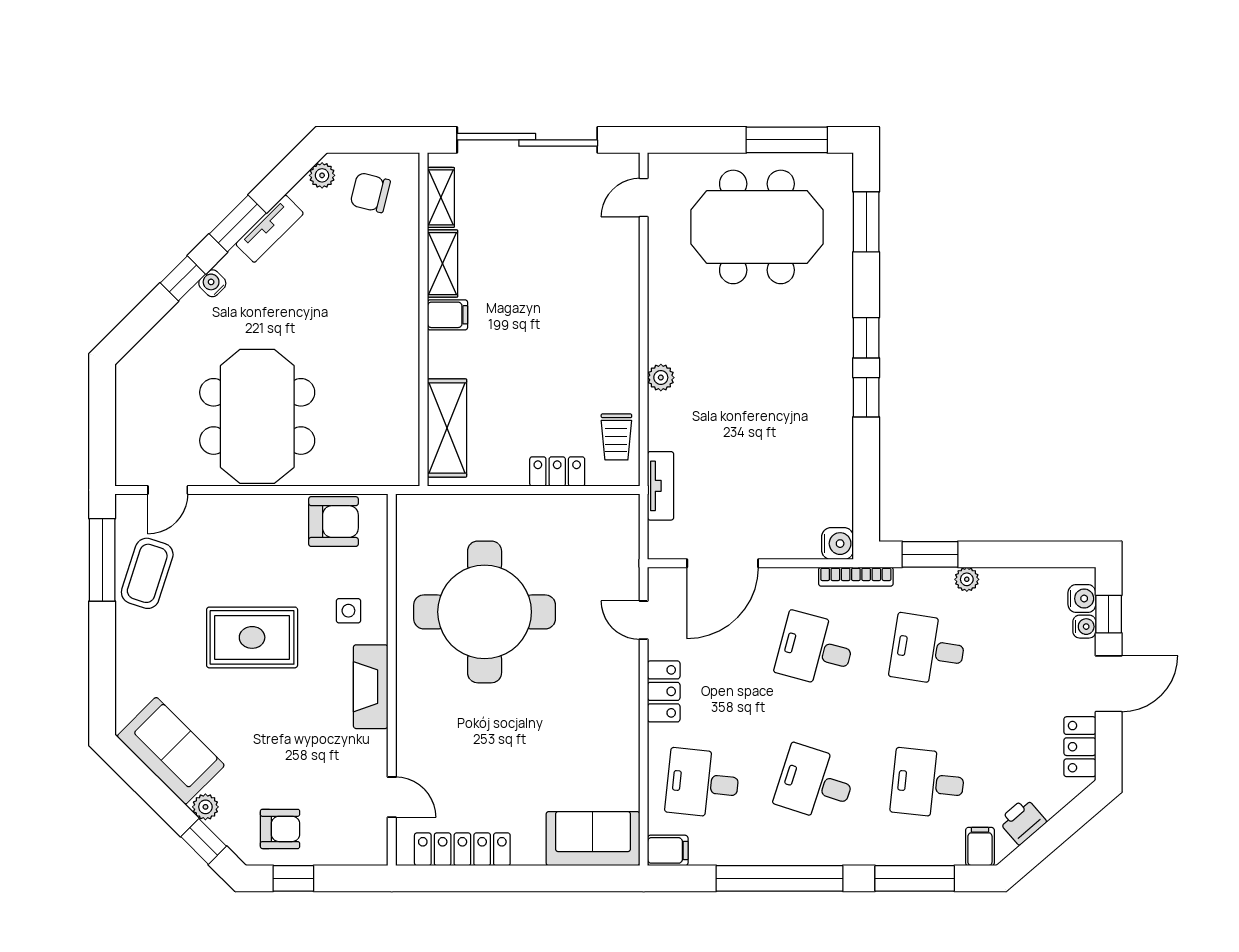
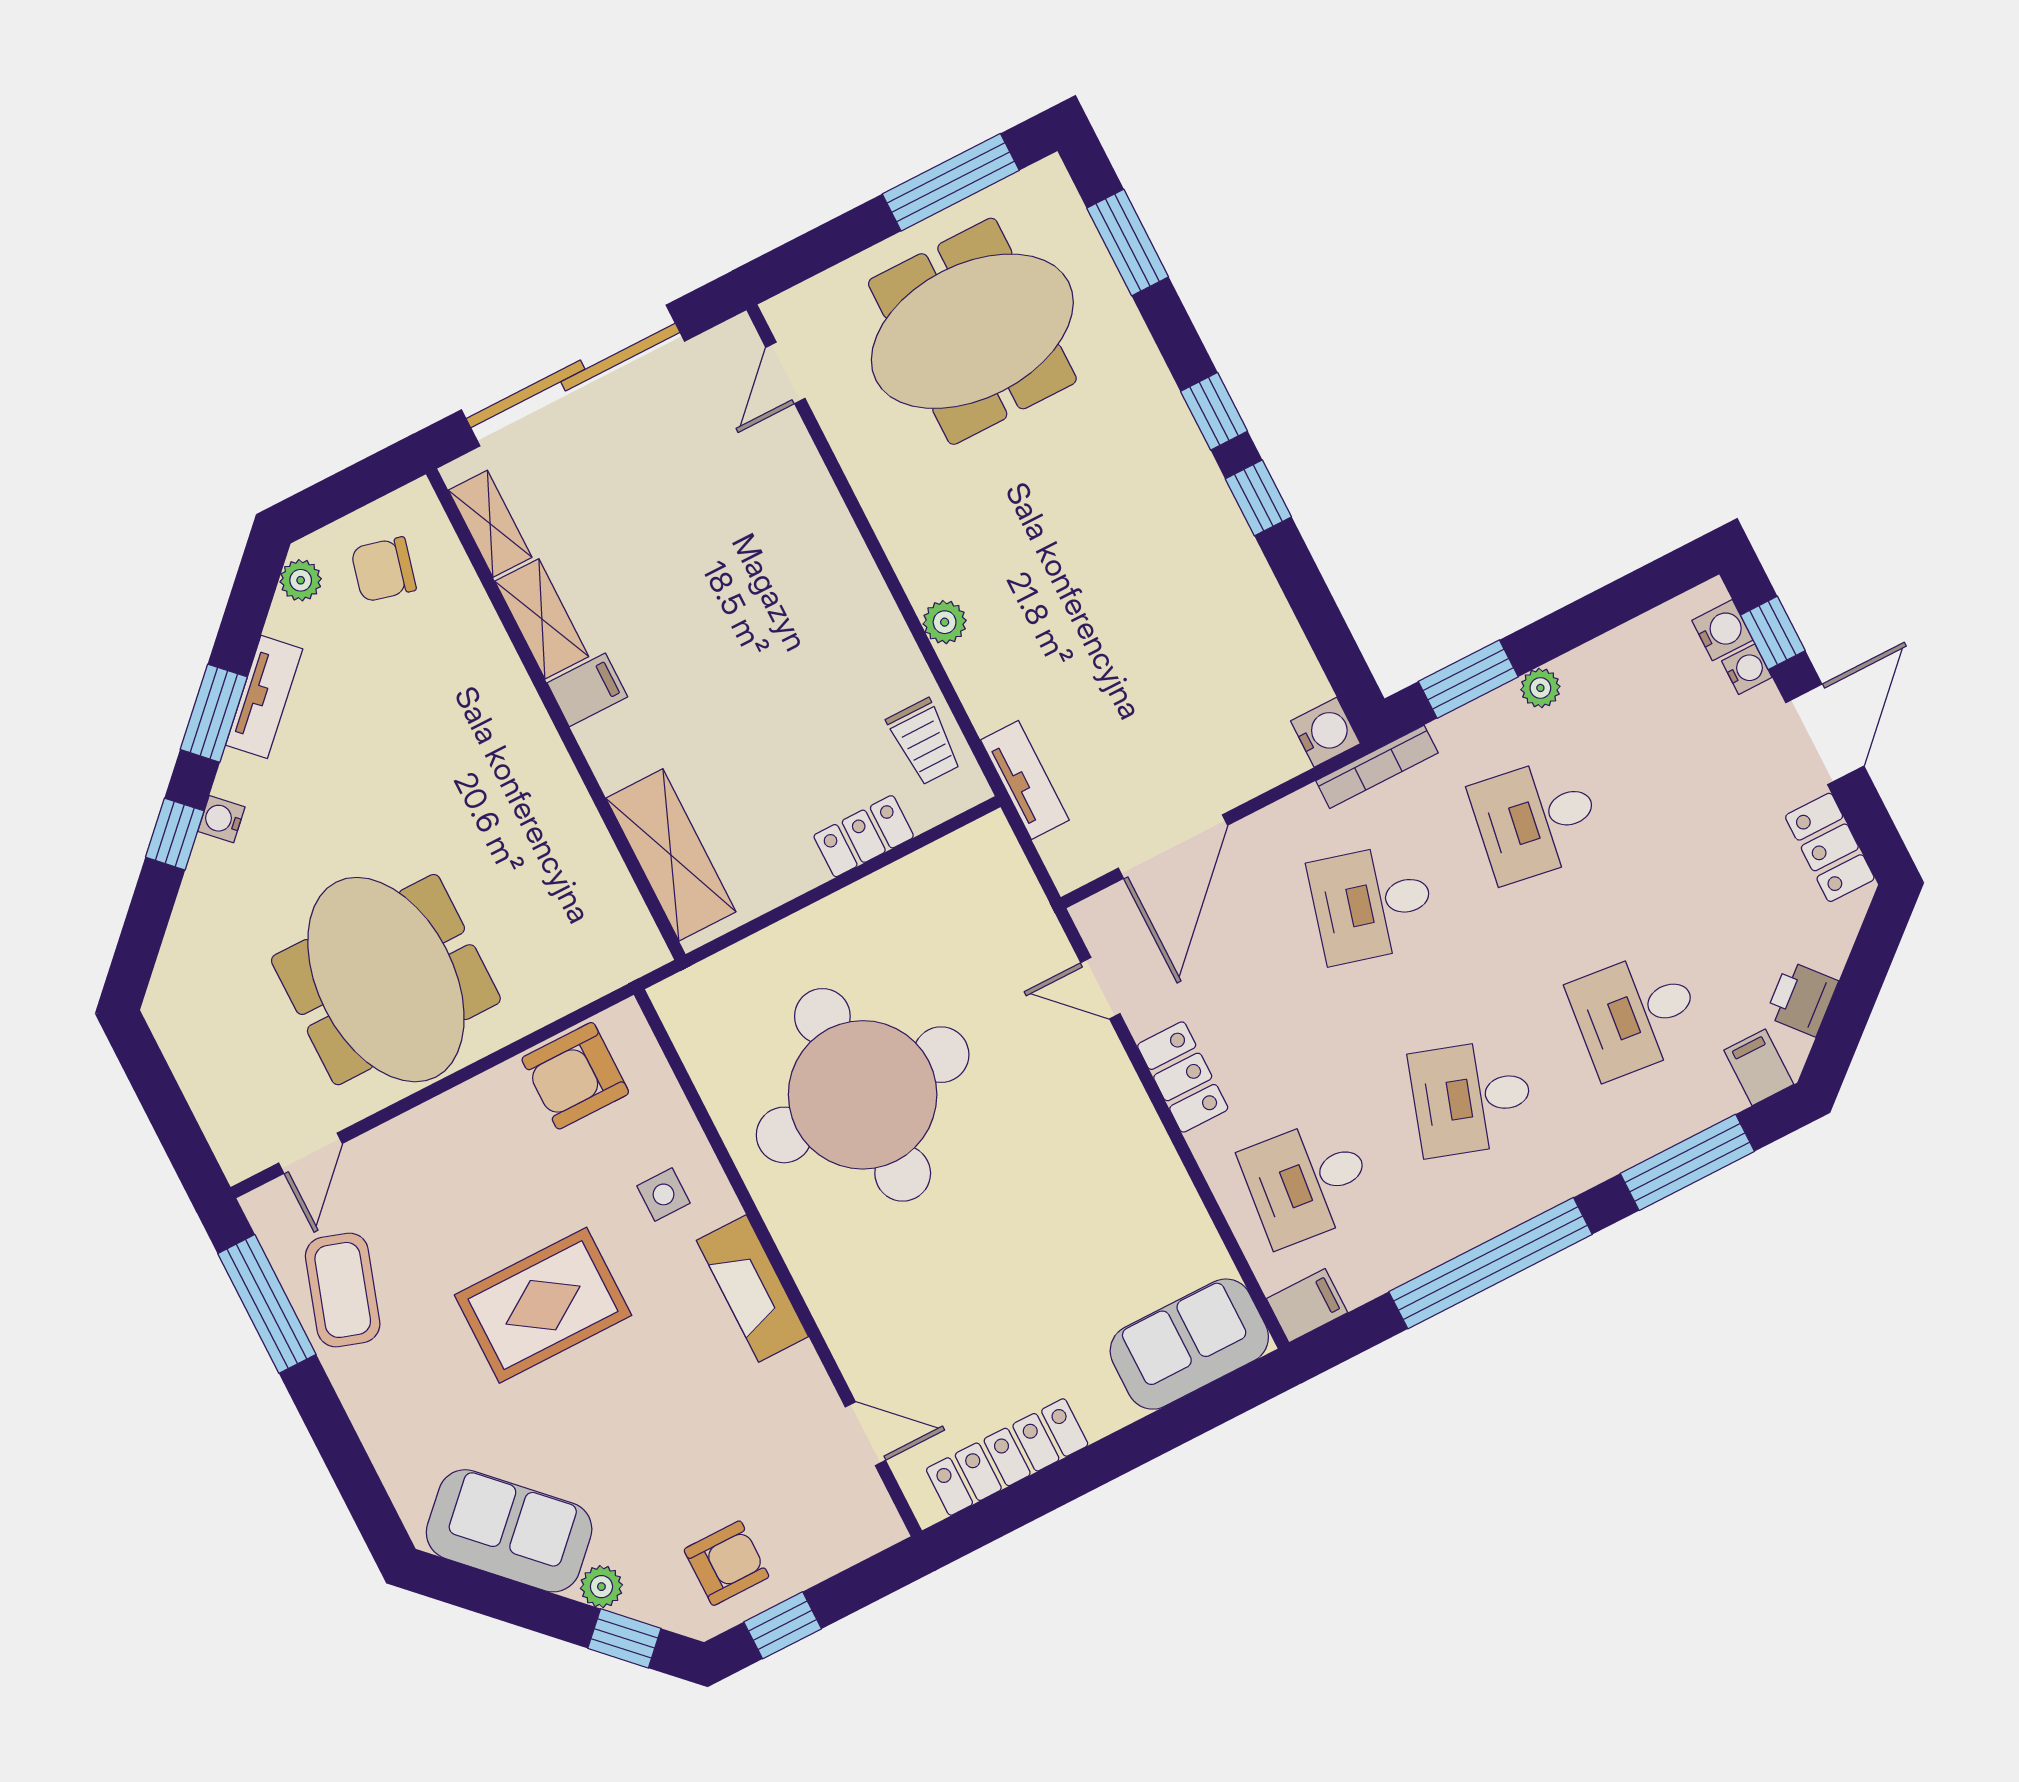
armchair: (333, 522) -> (575, 1076), turned 180

